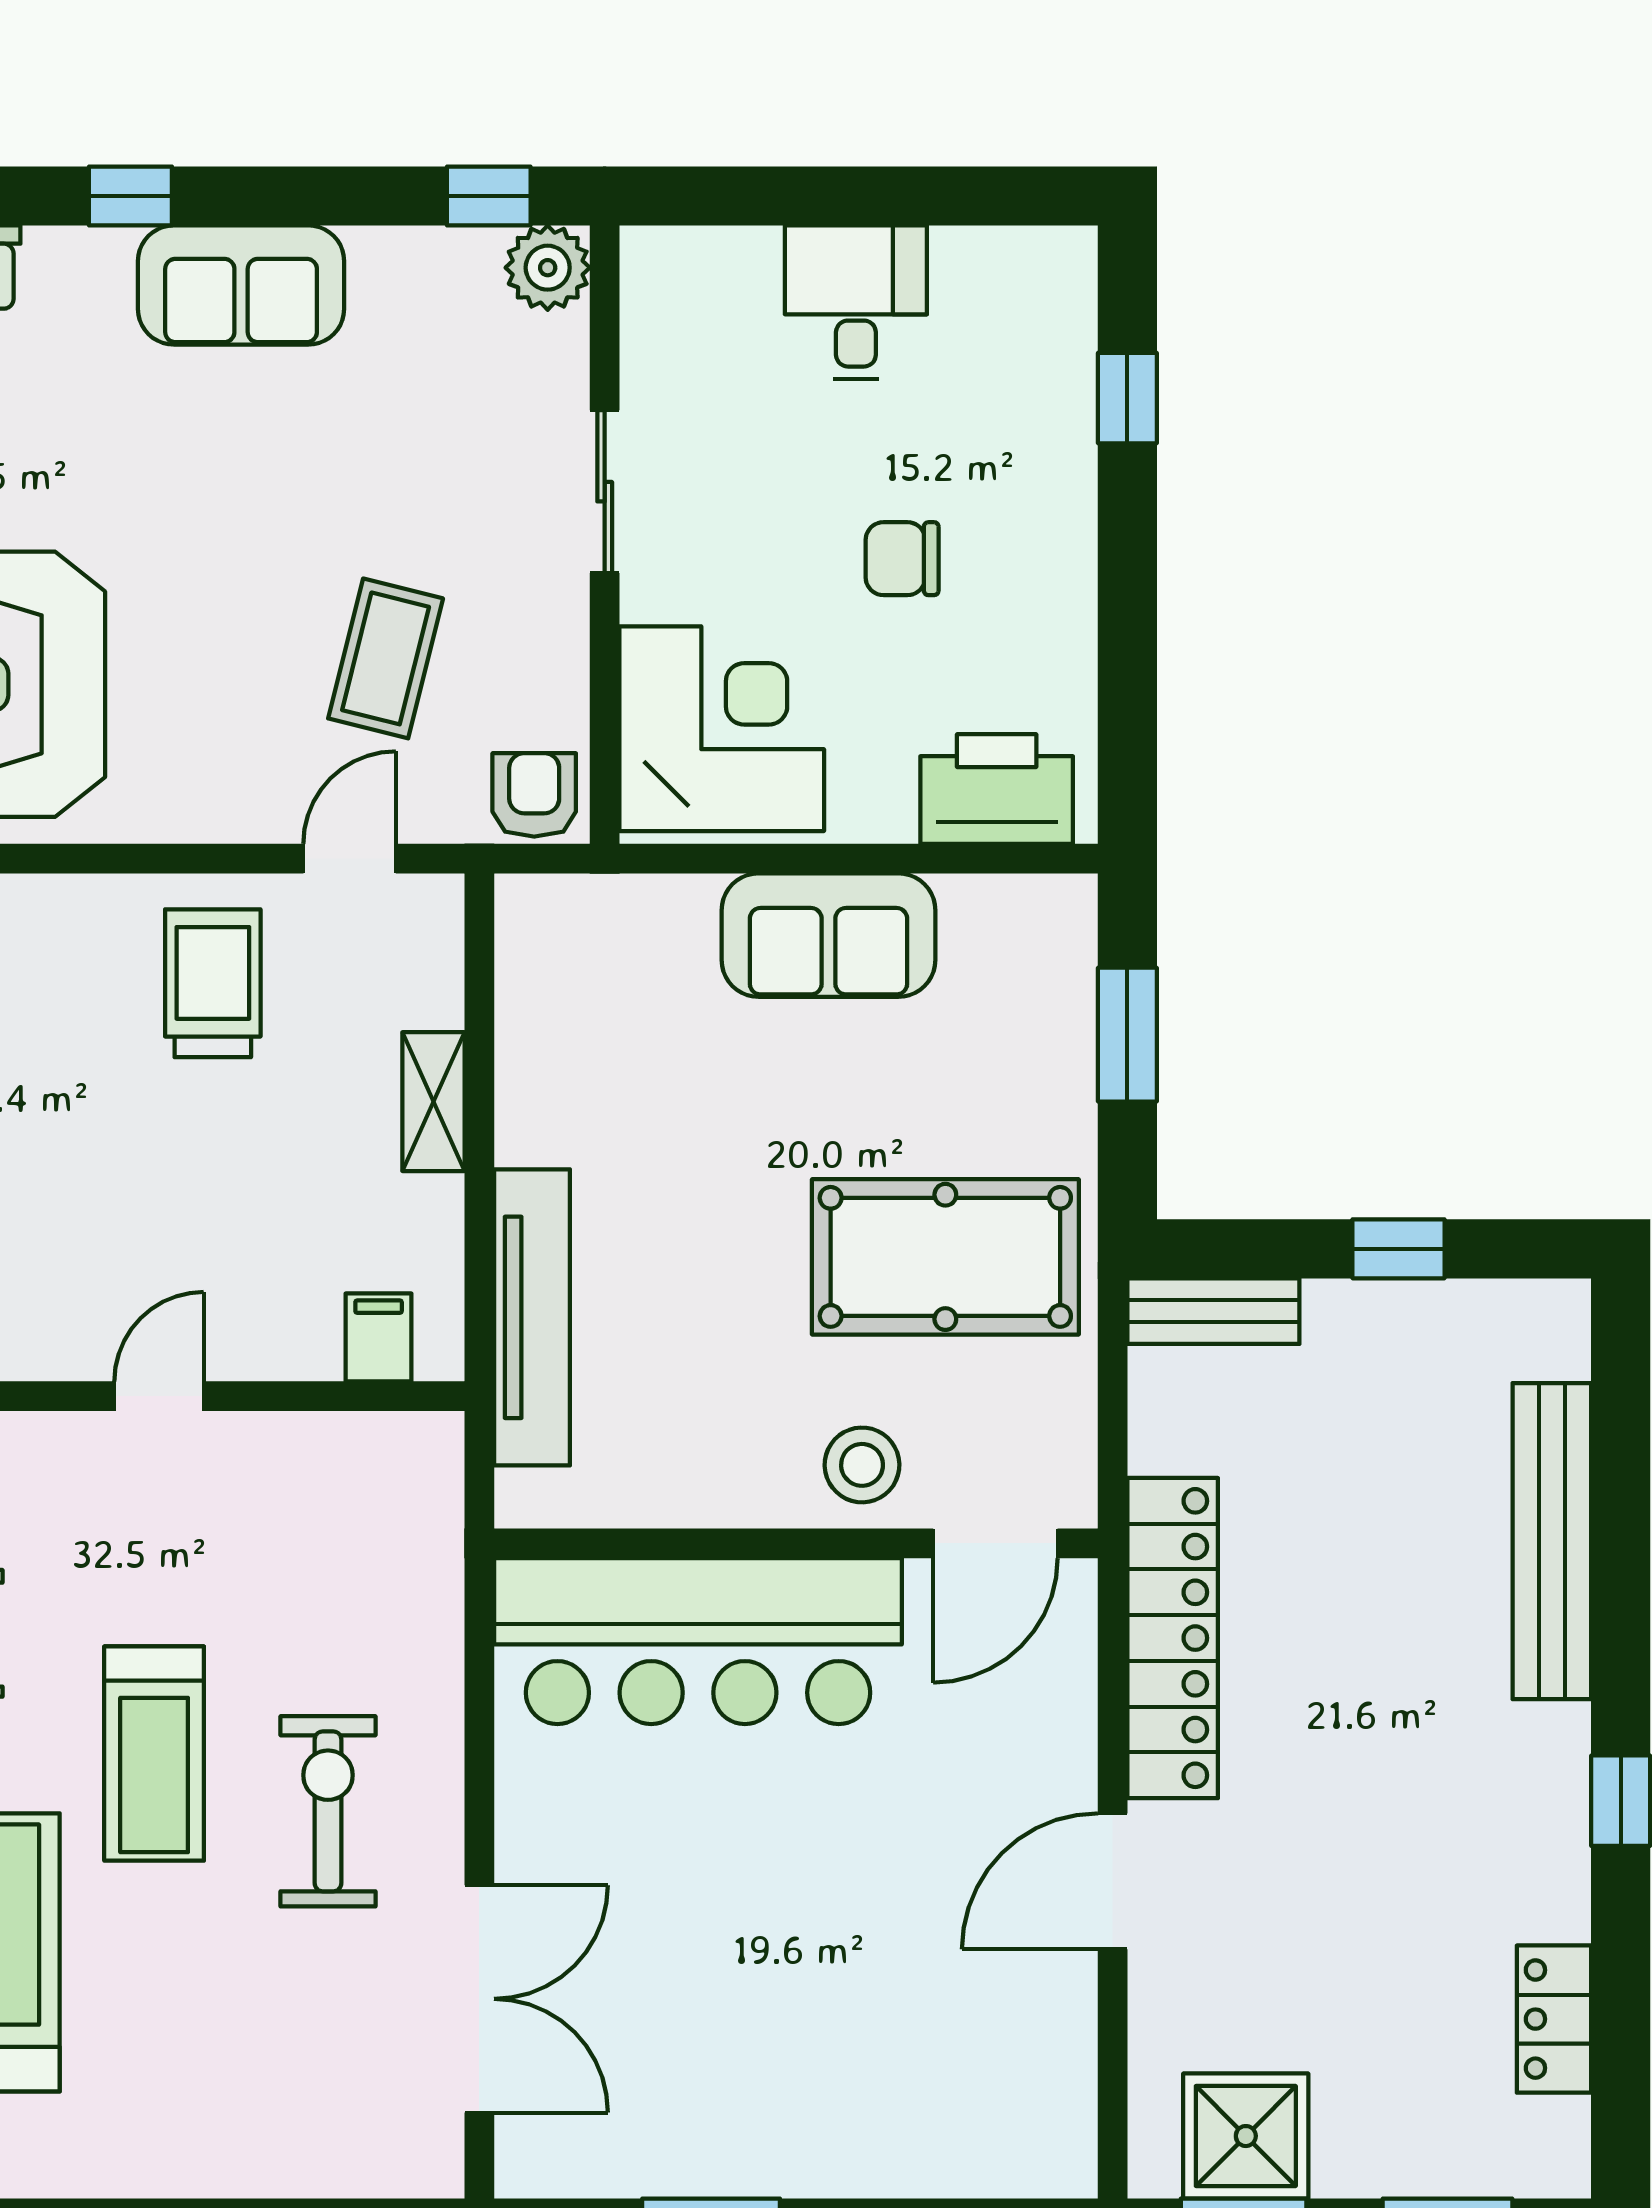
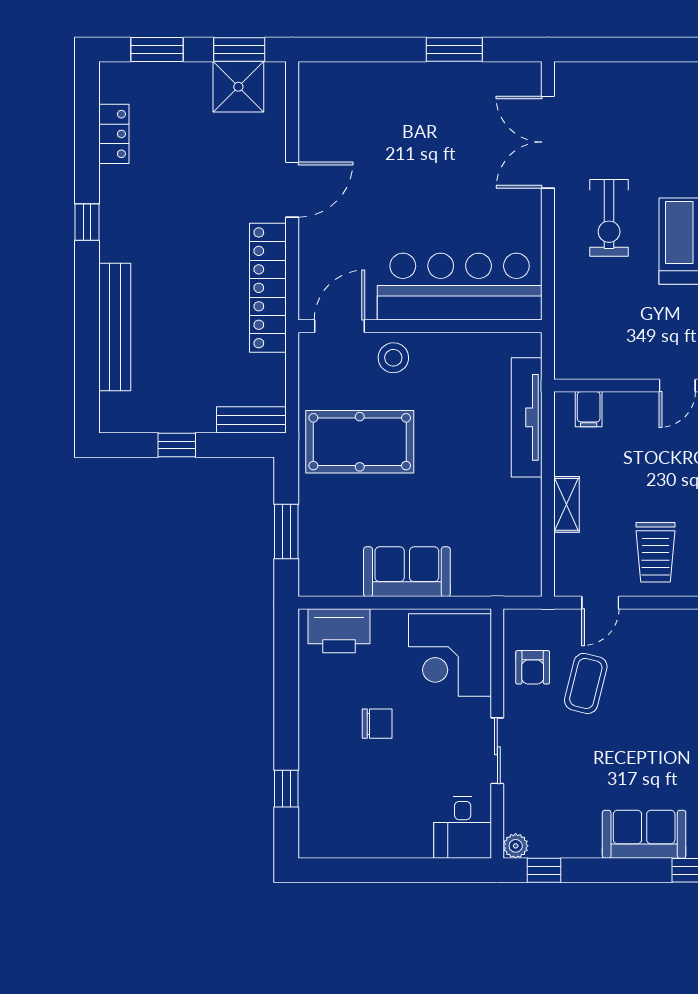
plant: (548, 268) -> (516, 846), width x0.73, depth x0.73
desk: (856, 302) -> (463, 827), moved
armchair: (534, 795) -> (533, 667), moved

